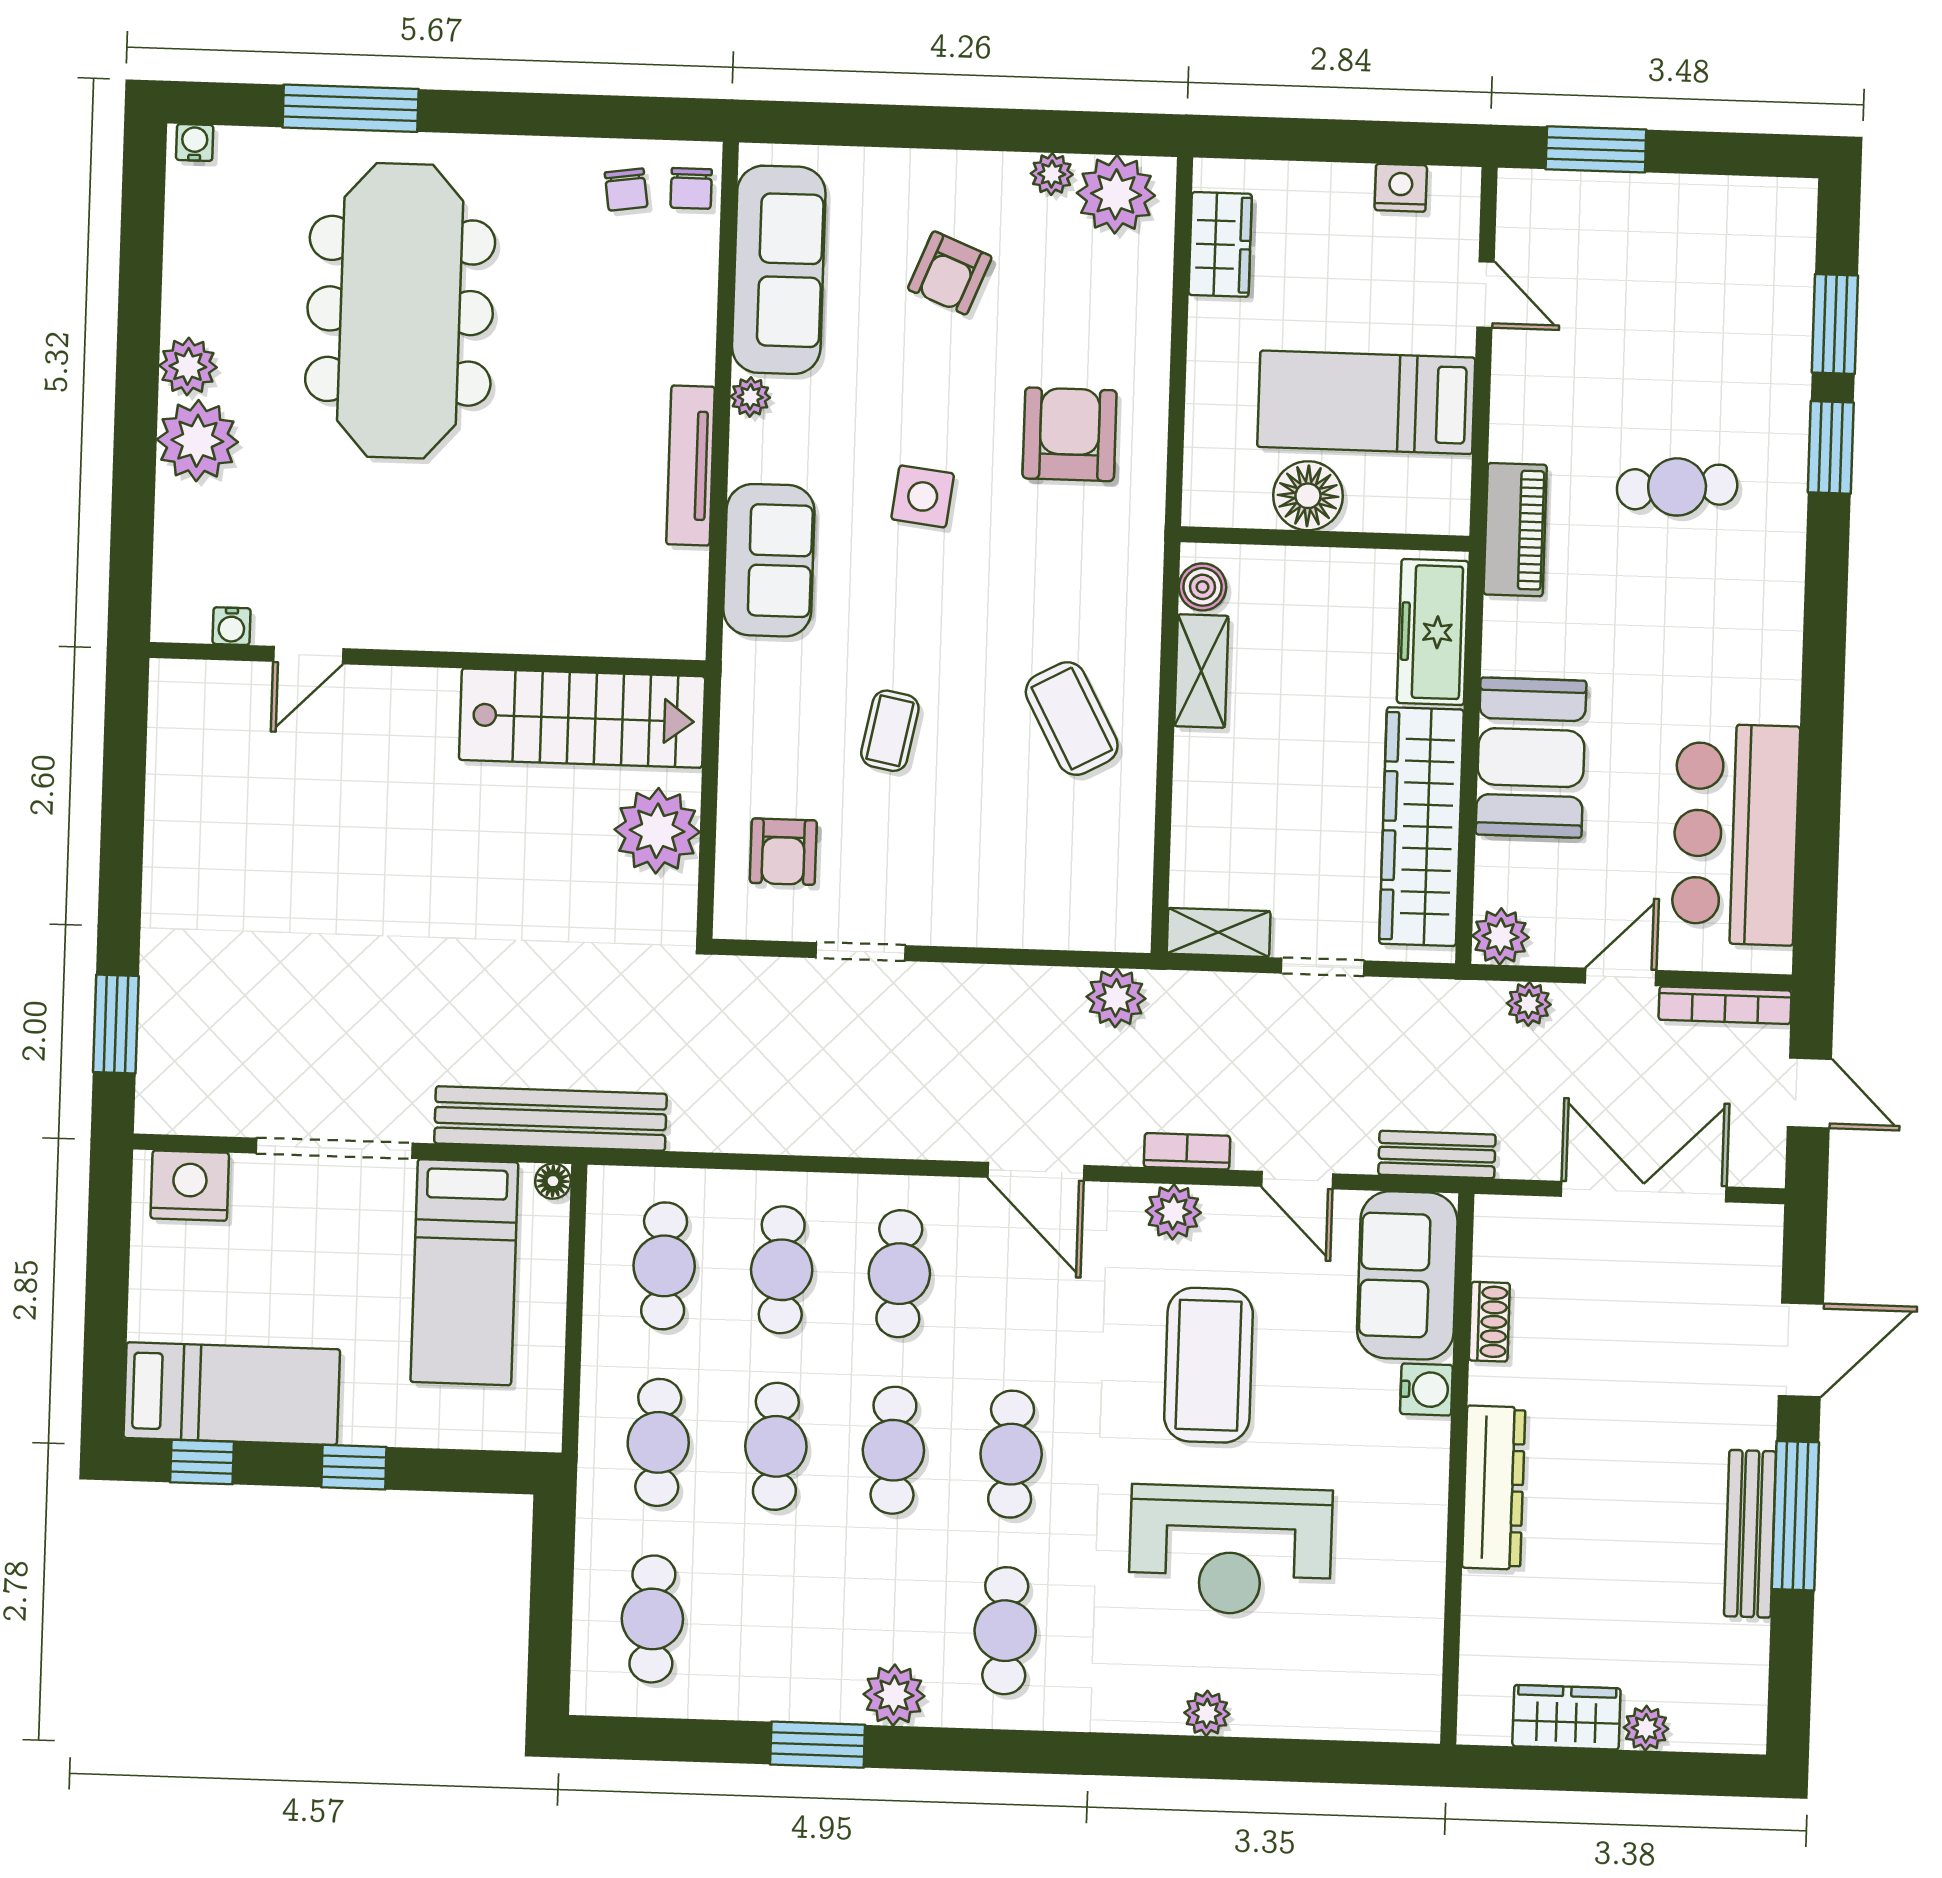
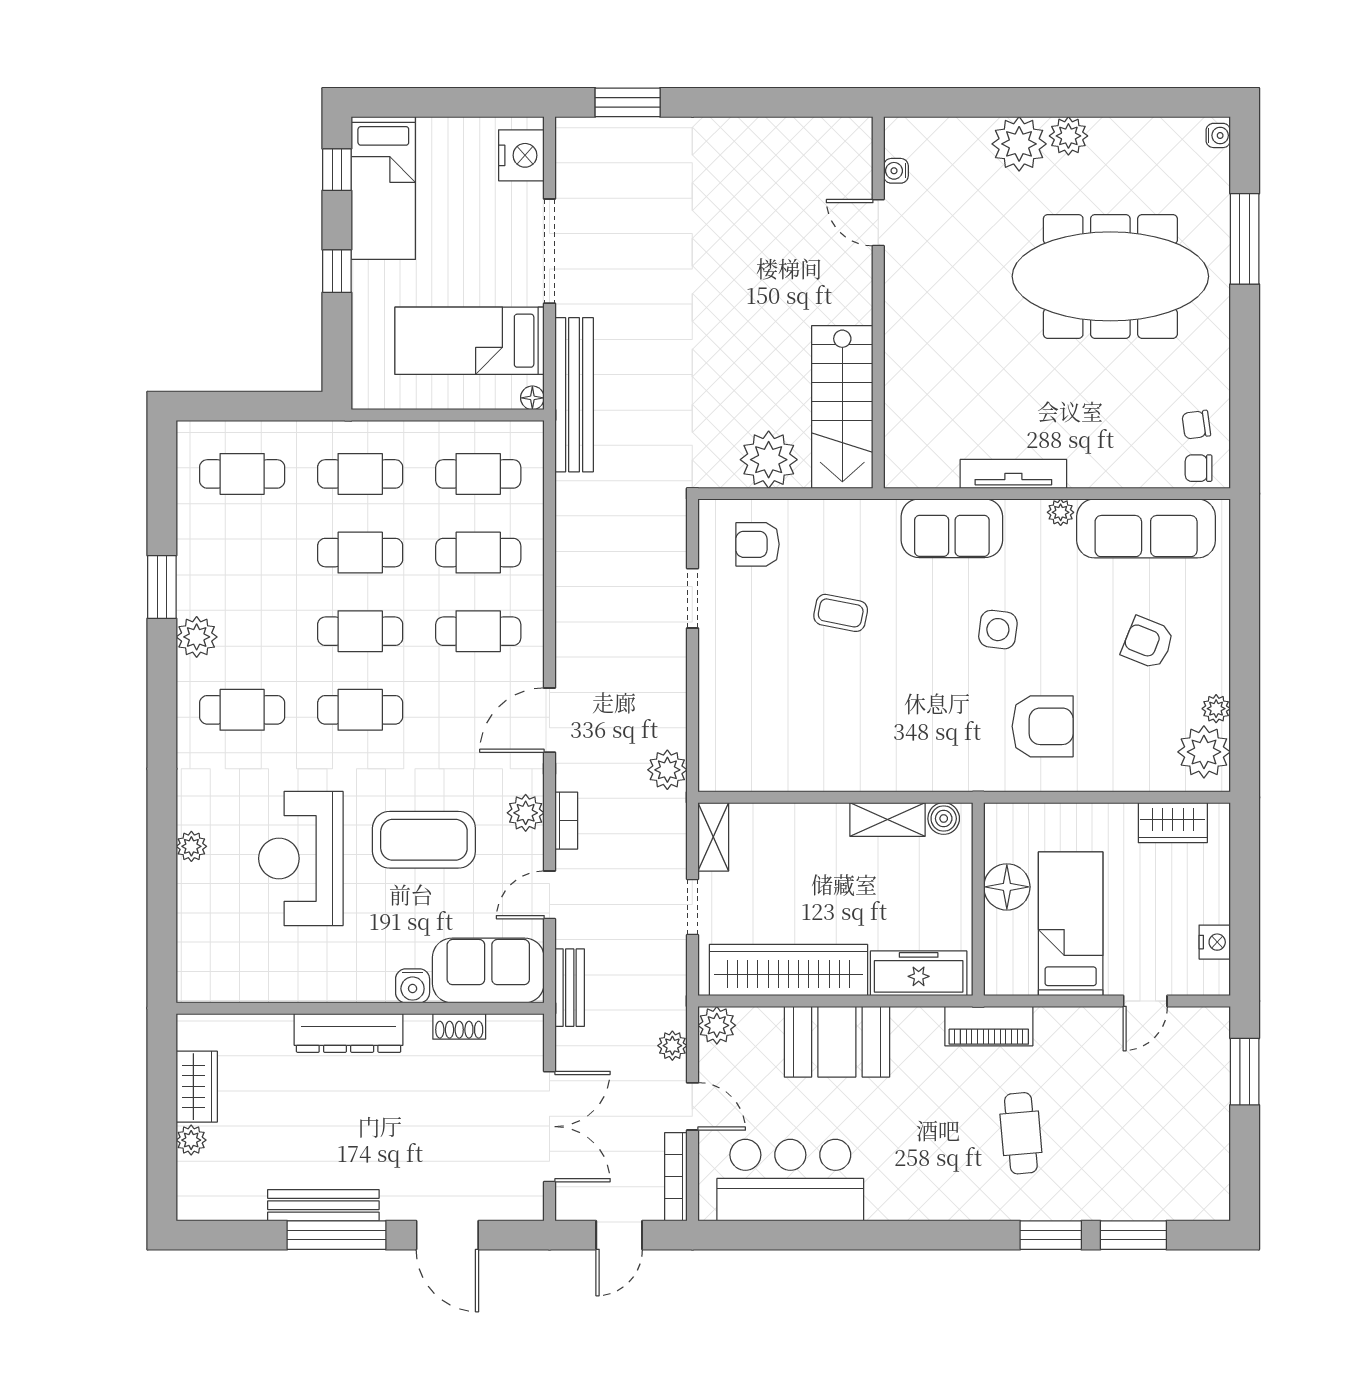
coffee table: (1072, 719) -> (853, 734), removed

